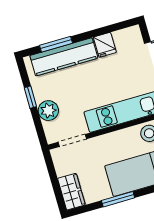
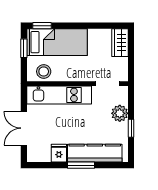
window: (56, 44) -> (81, 165), moved
window: (118, 199) -> (84, 26), removed

